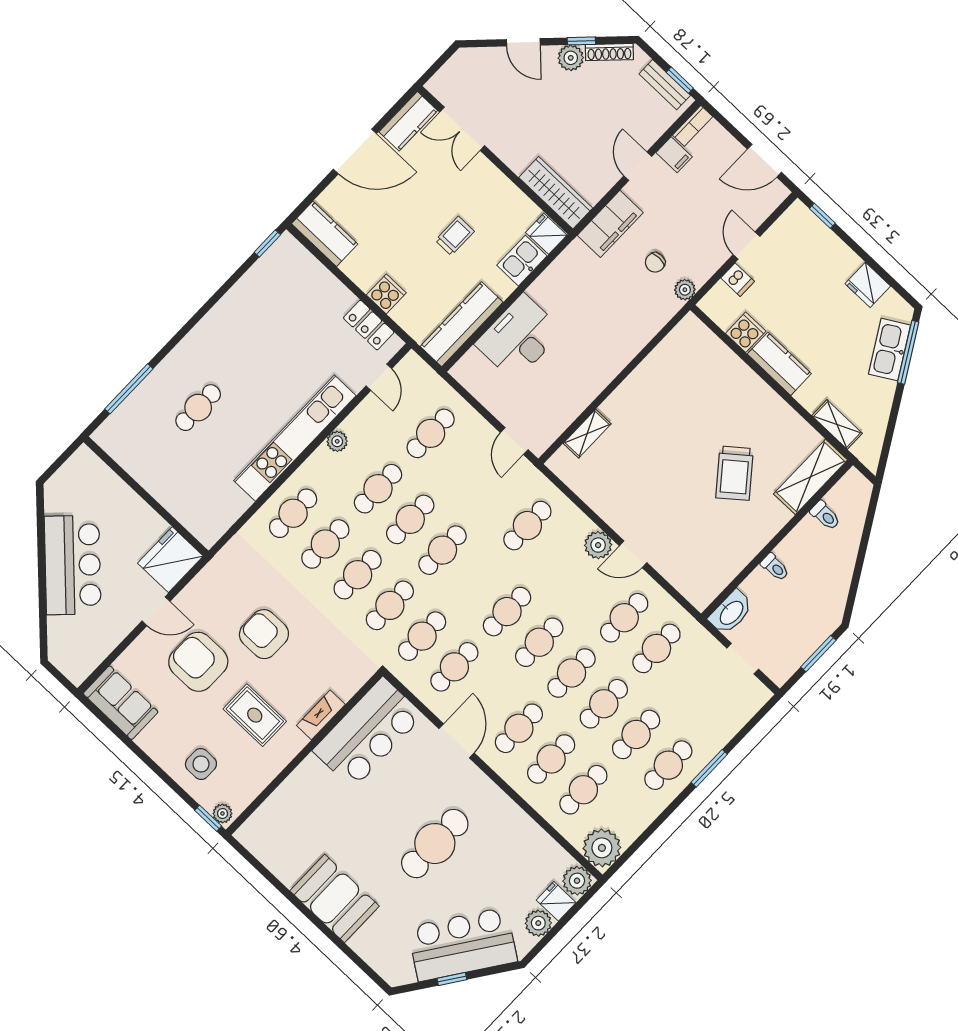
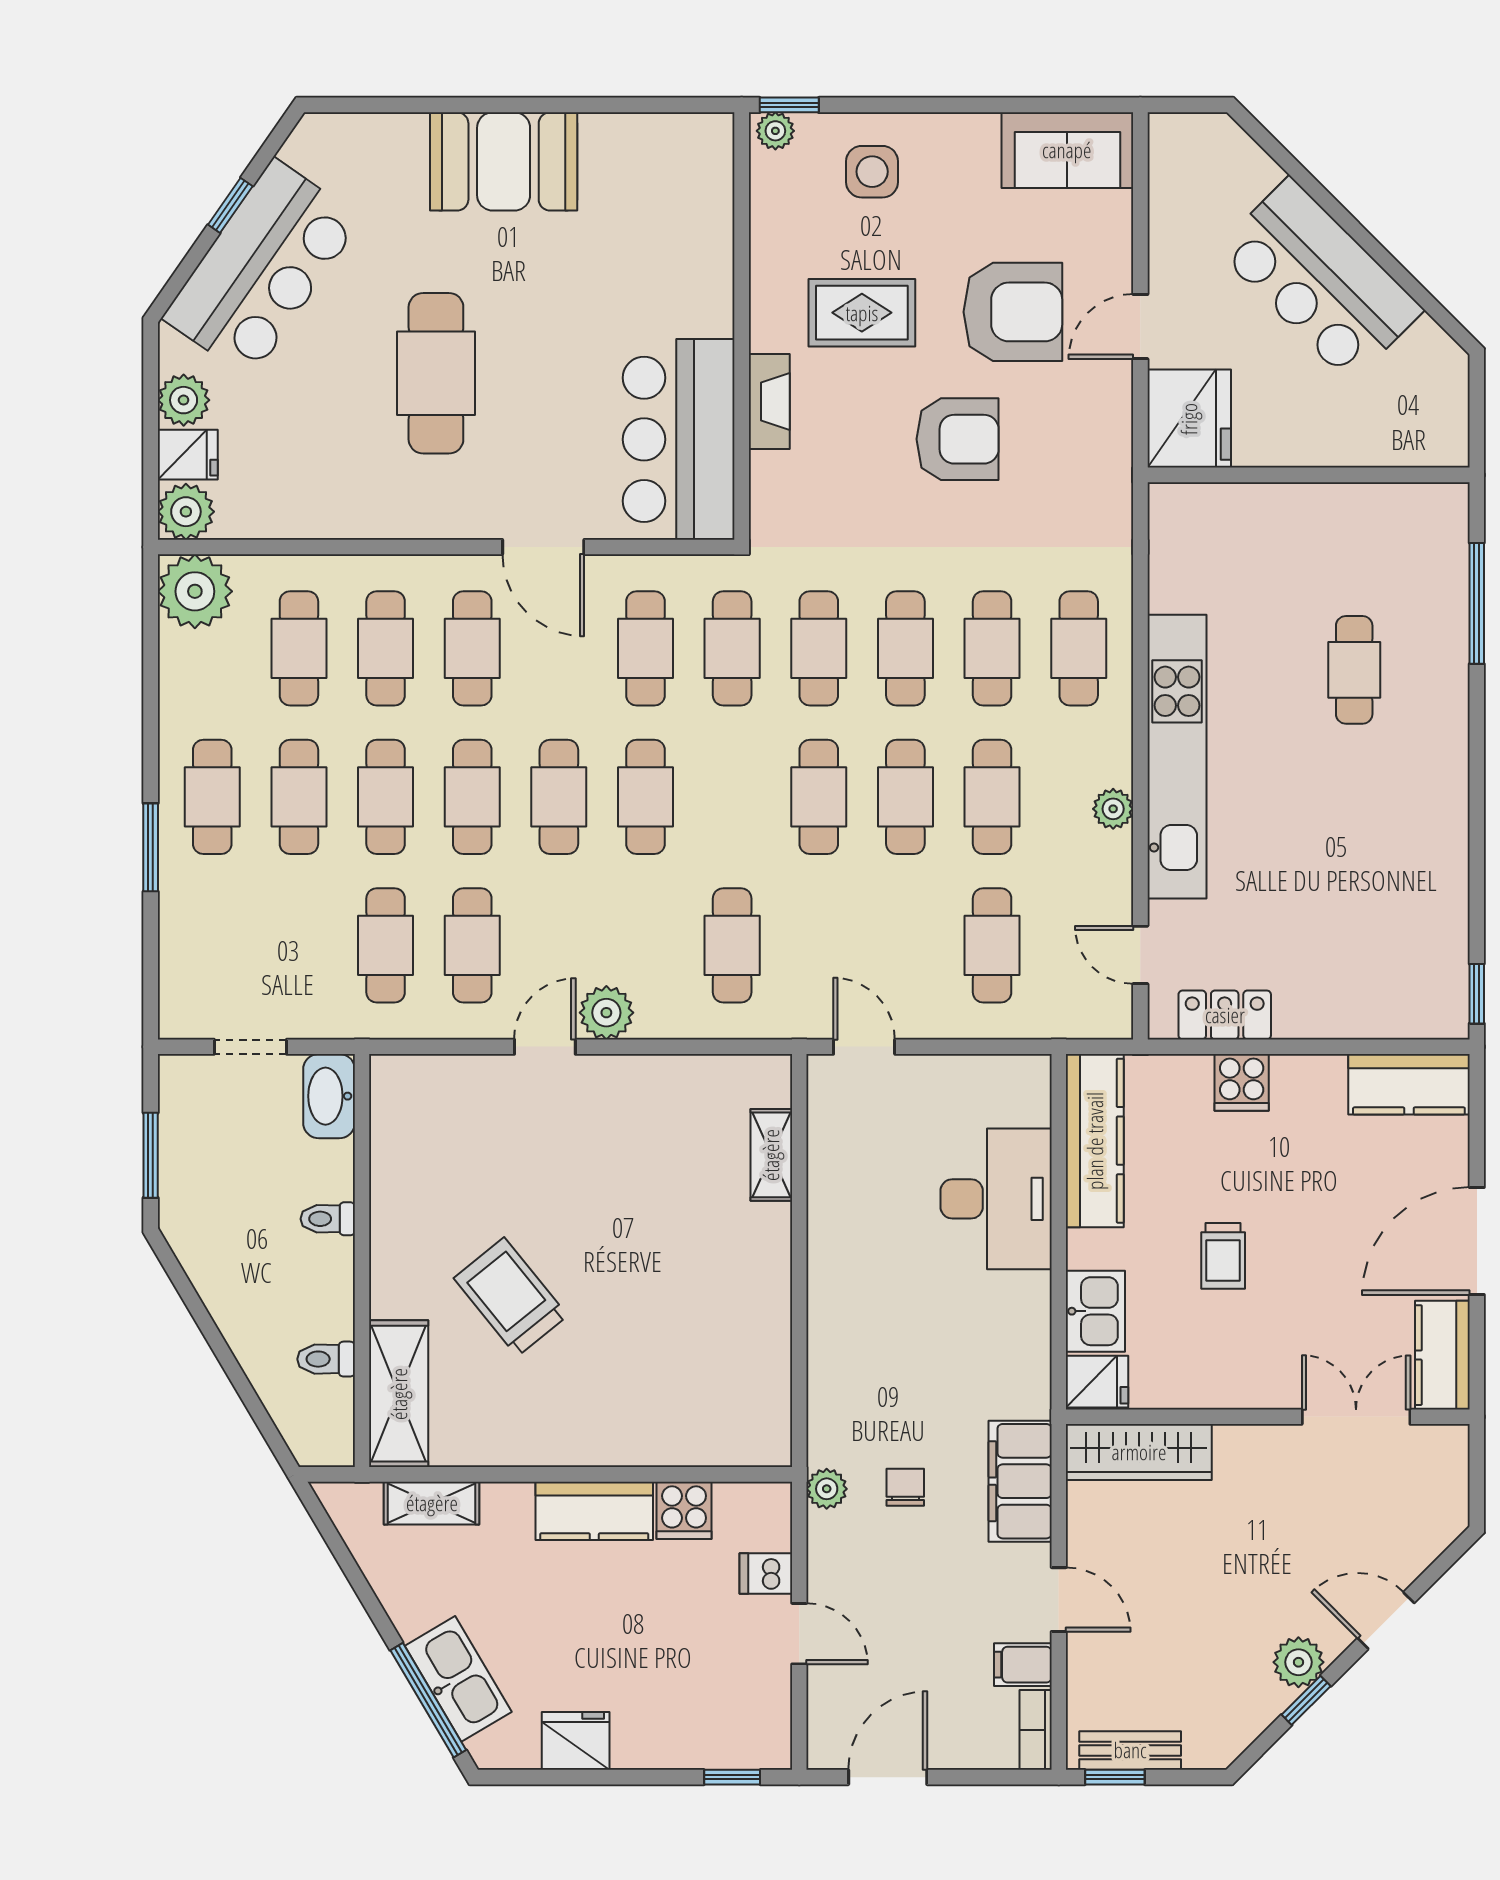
shoe rack: (609, 52) -> (1252, 1722), removed

